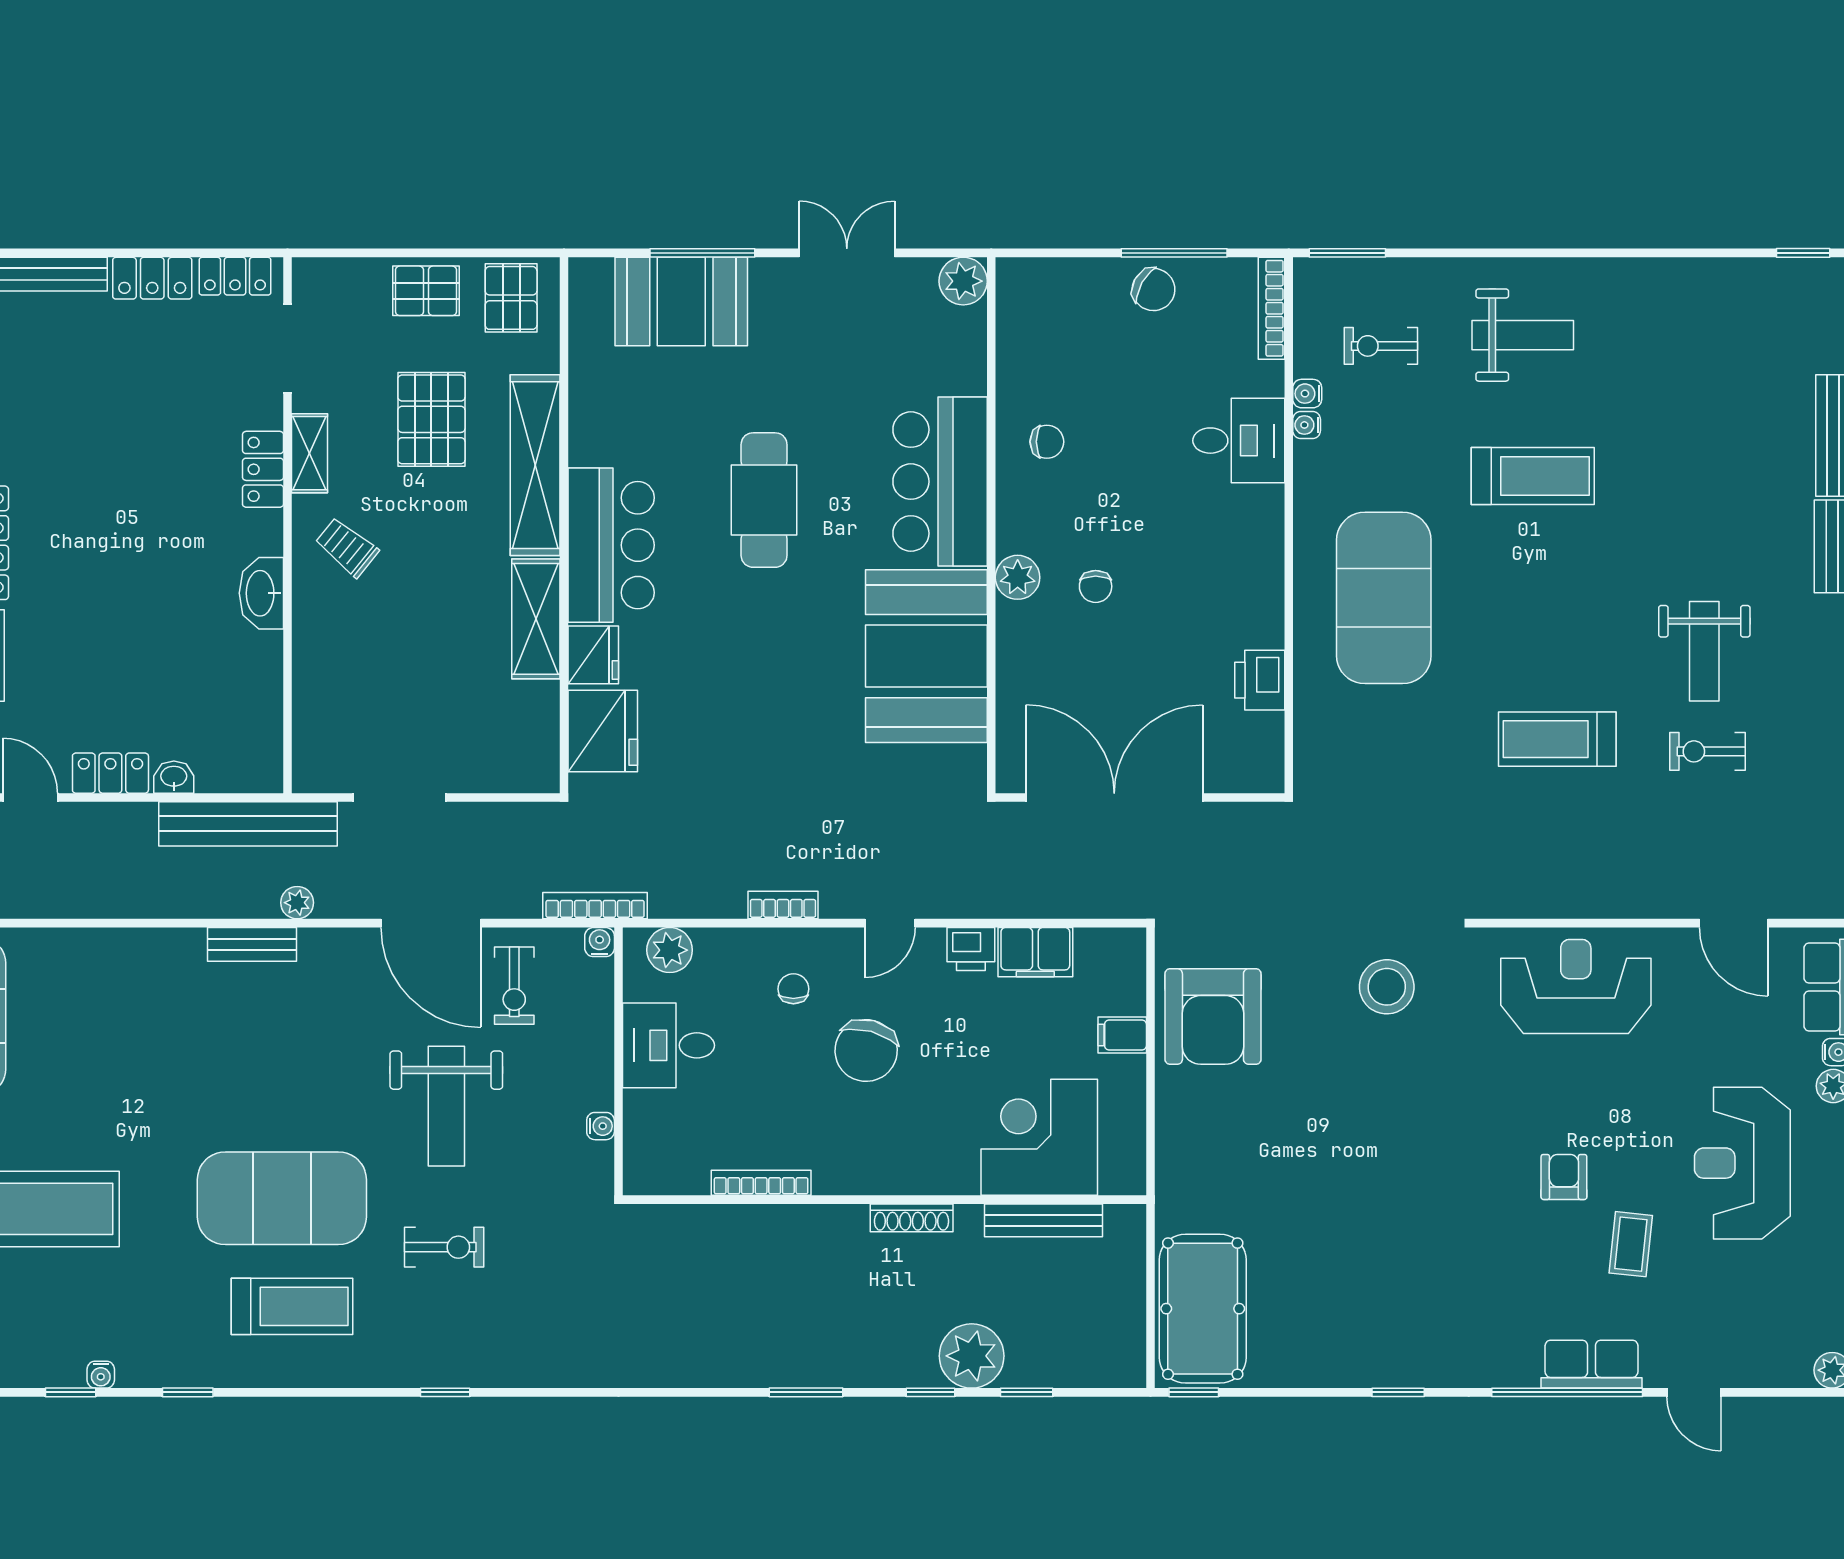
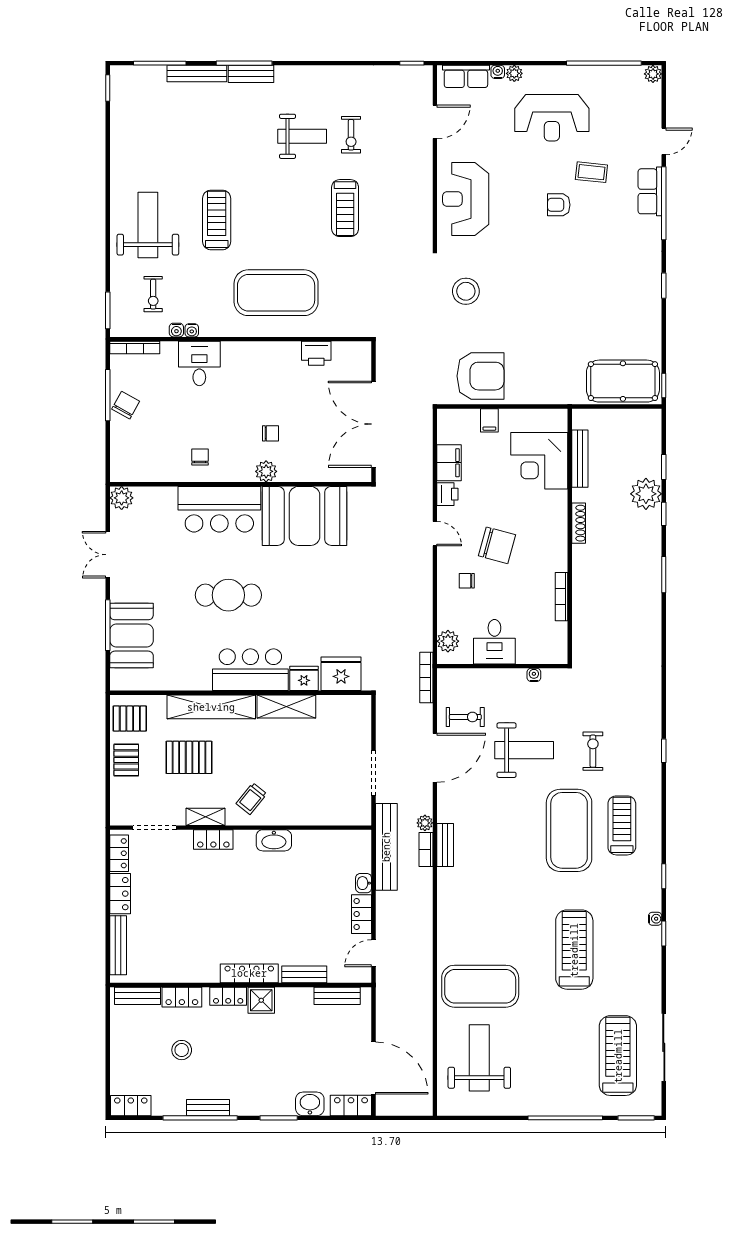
weight bench: (1523, 335) -> (148, 225), width x1.36, depth x1.33
bookcase: (783, 905) -> (426, 850), moved
water cooler: (600, 942) -> (444, 675), removed

